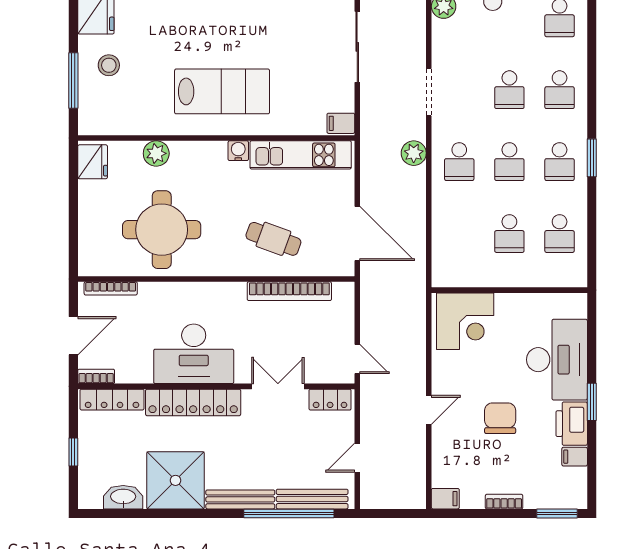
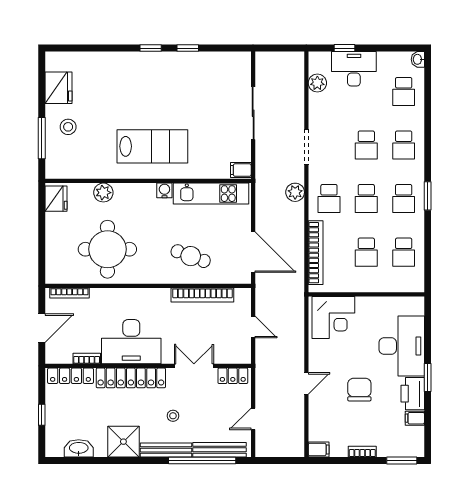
bookcase: (441, 234) -> (316, 253), added
door: (357, 359) -> (253, 327), moved
bookcase: (96, 376) -> (87, 358), moved
stool: (250, 453) -> (173, 416), added
shower: (175, 480) -> (123, 442), width x0.73, depth x0.73

